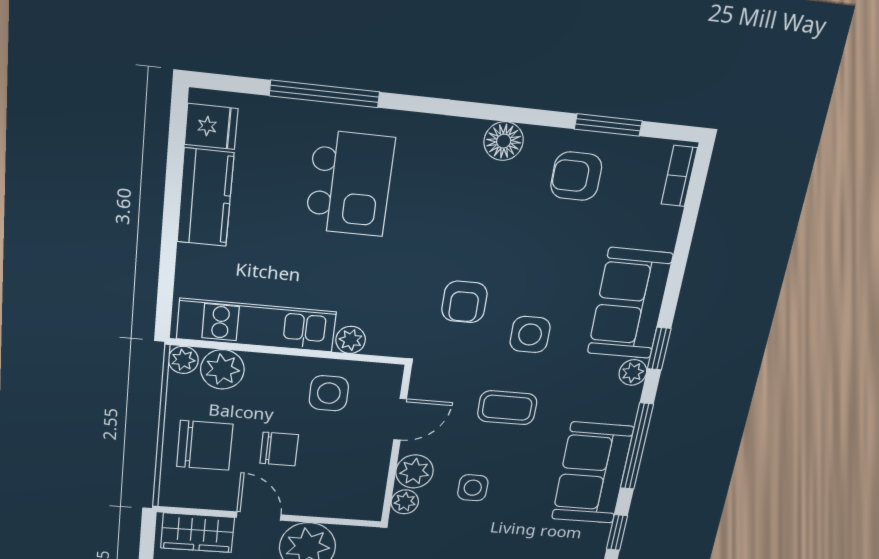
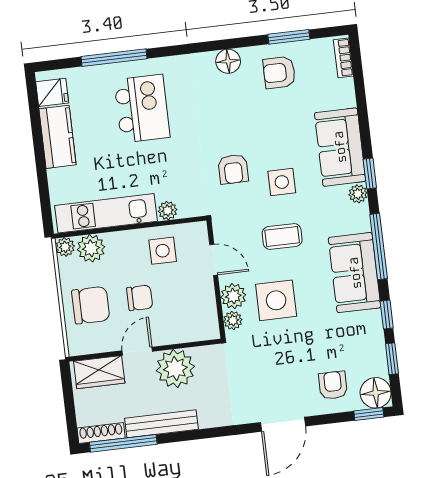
door: (400, 419) -> (214, 260), hinge flipped
side table: (473, 488) -> (276, 300), width x1.87, depth x1.87
door: (259, 516) -> (137, 351), hinge flipped

